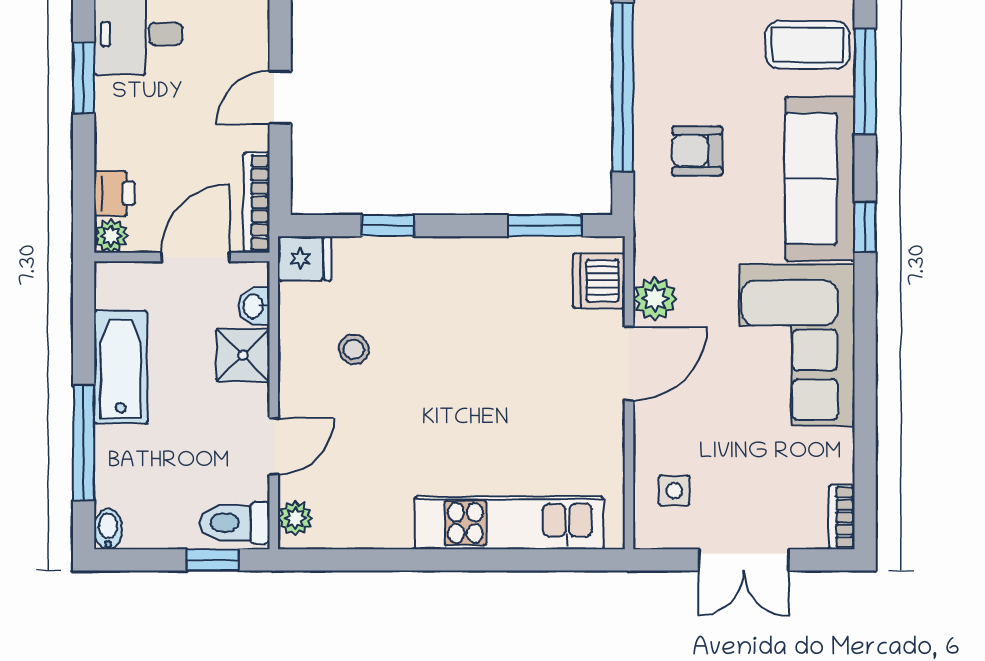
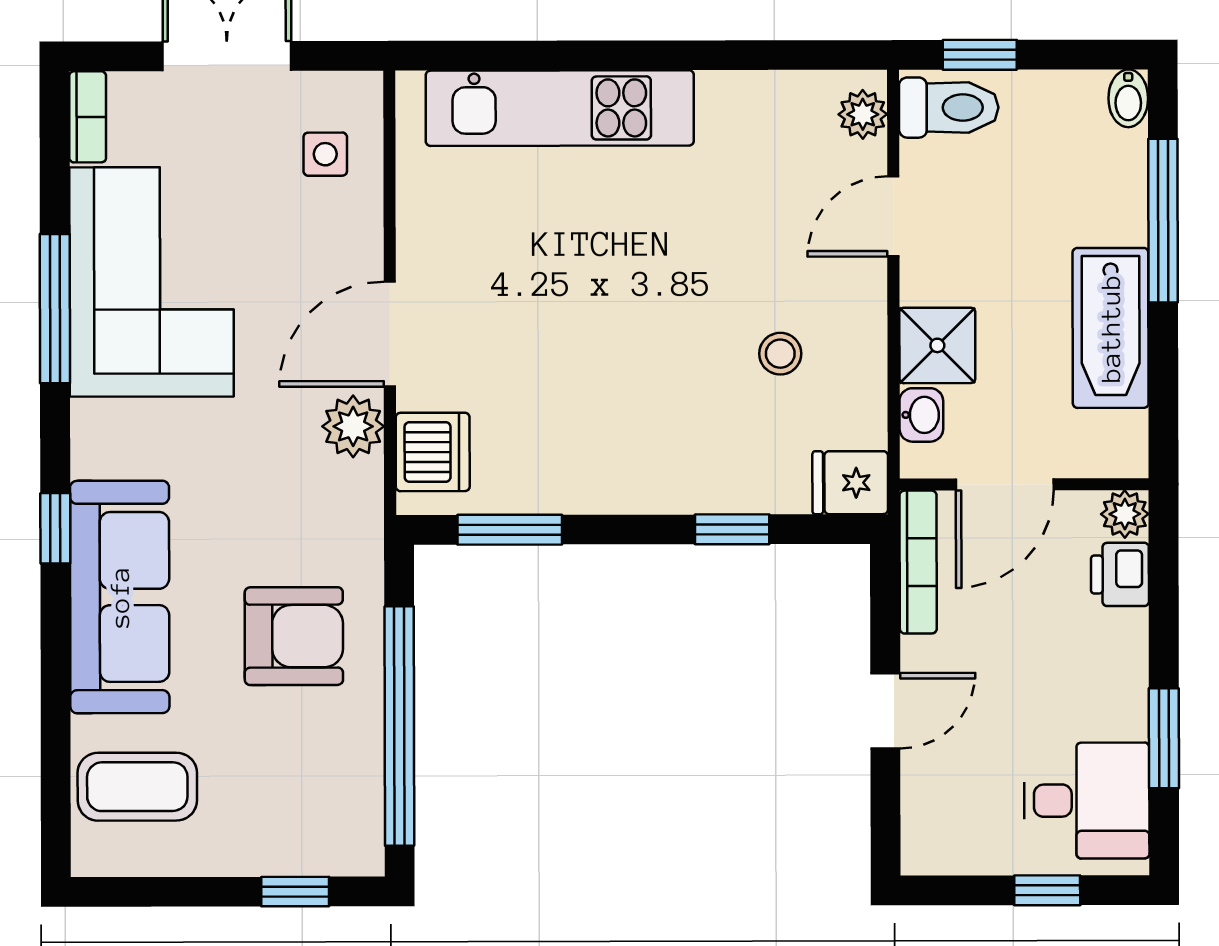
window: (865, 82) -> (55, 309), moved
armchair: (697, 151) -> (294, 636), width x1.38, depth x1.38
corner sofa: (797, 345) -> (152, 282), moved

